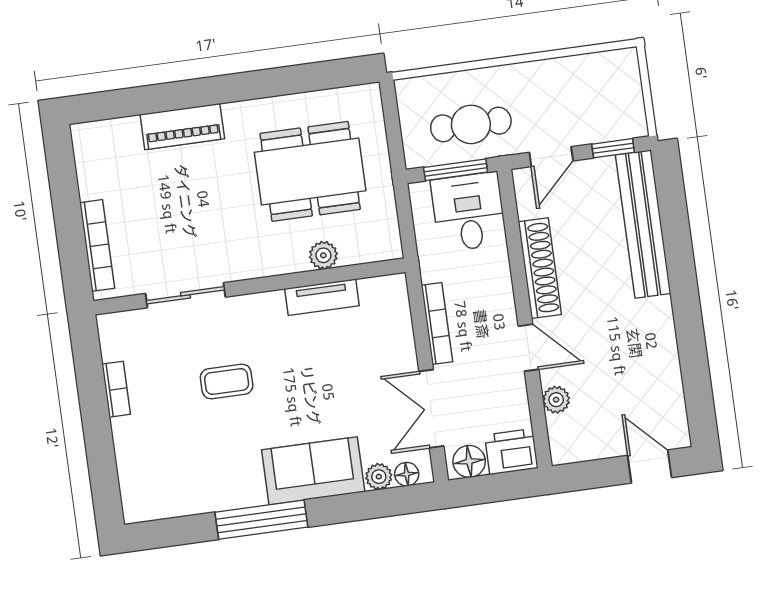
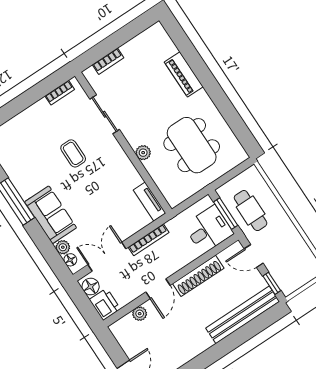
bookcase: (97, 245) -> (108, 61), width x0.64
plant: (323, 255) -> (143, 153), moved
tv unit: (322, 297) -> (150, 202), moved
bookcase: (116, 389) -> (60, 93), moved

